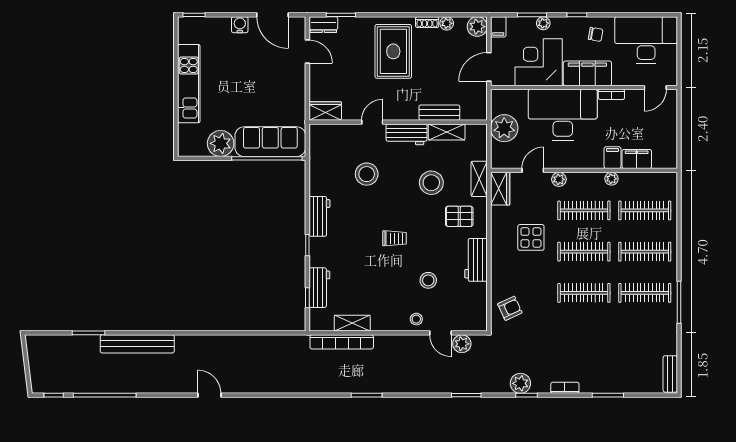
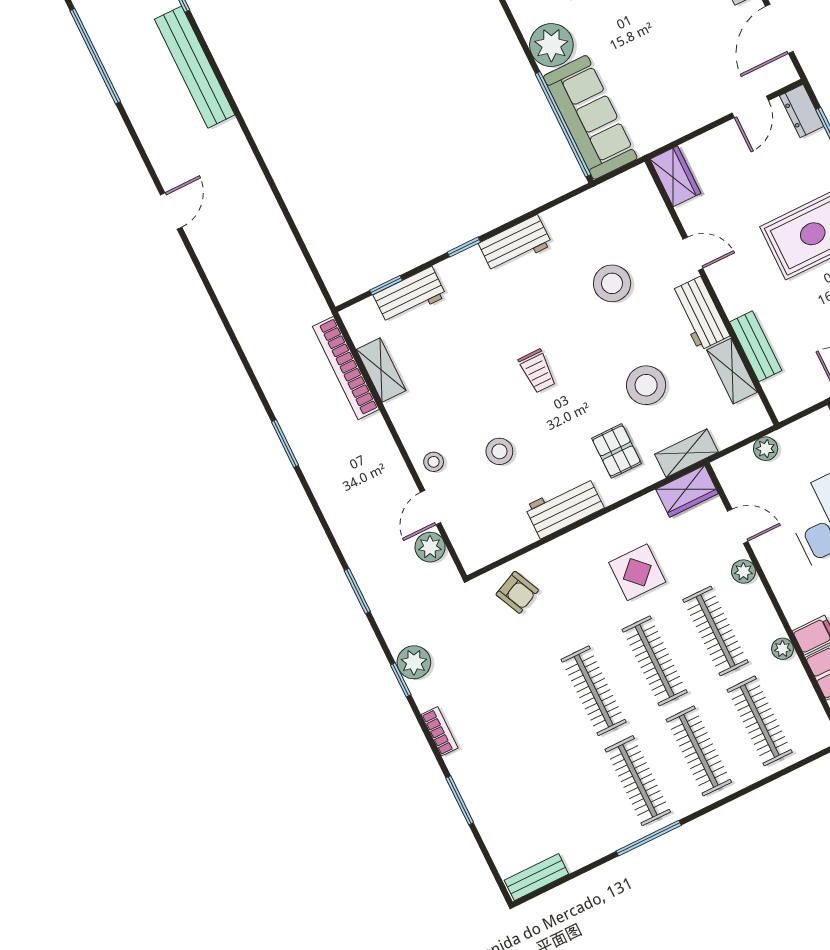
plant: (504, 128) -> (766, 449), width x0.53, depth x0.53

